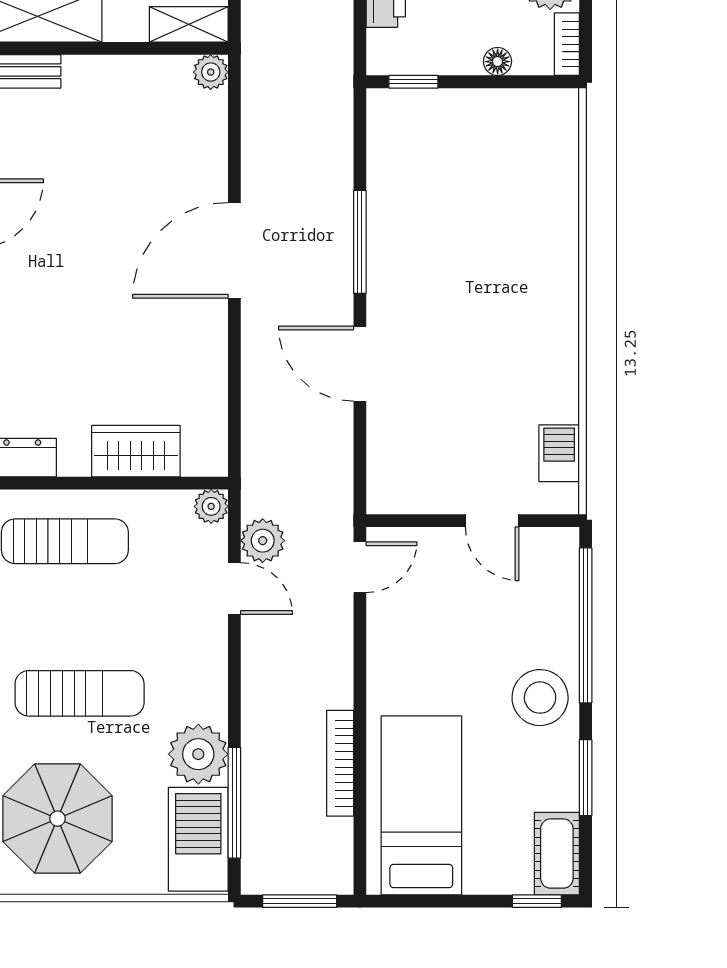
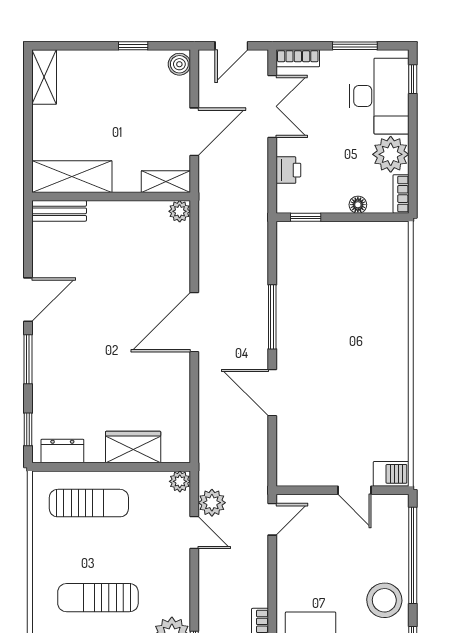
barbecue: (559, 453) -> (391, 474), moved, turned 90
sun lounger: (80, 693) -> (98, 598), turned 180

